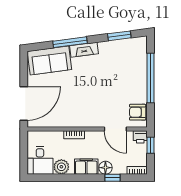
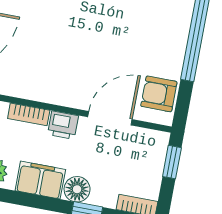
door: (115, 129) -> (110, 118), swing flipped
printer: (140, 137) -> (63, 125), moved

